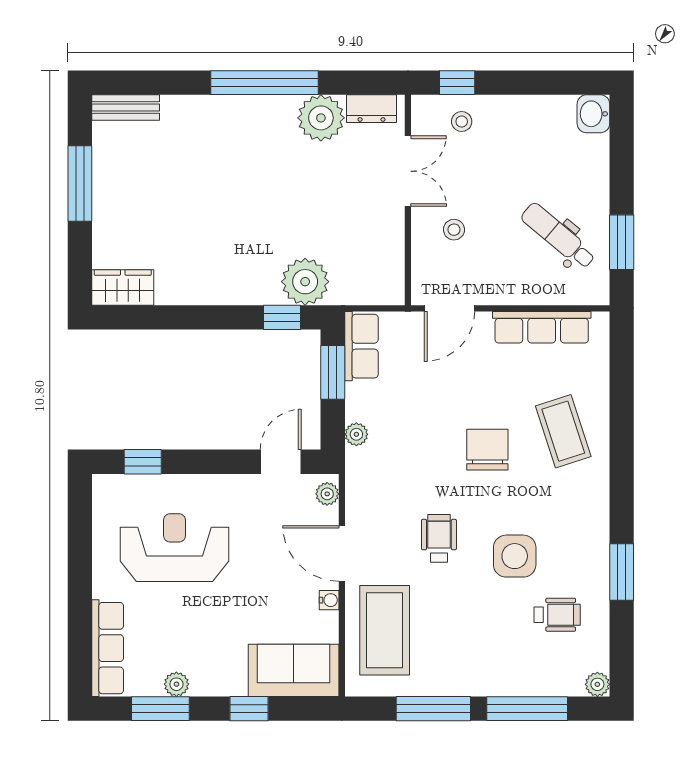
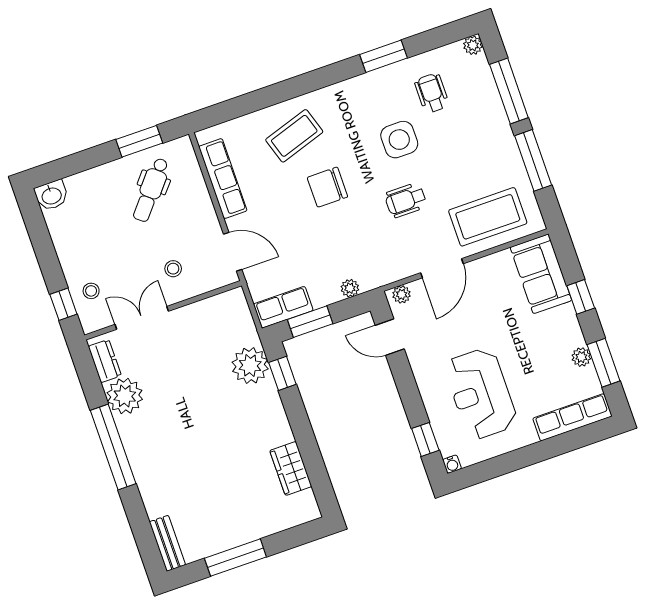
wardrobe: (123, 287) -> (291, 468), moved
water cooler: (329, 600) -> (452, 464), moved, turned 180

